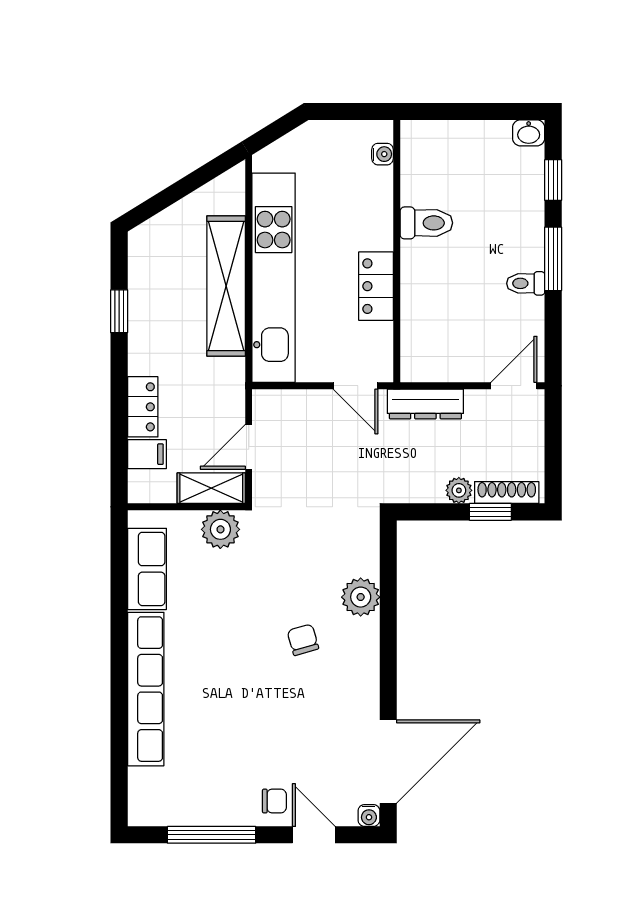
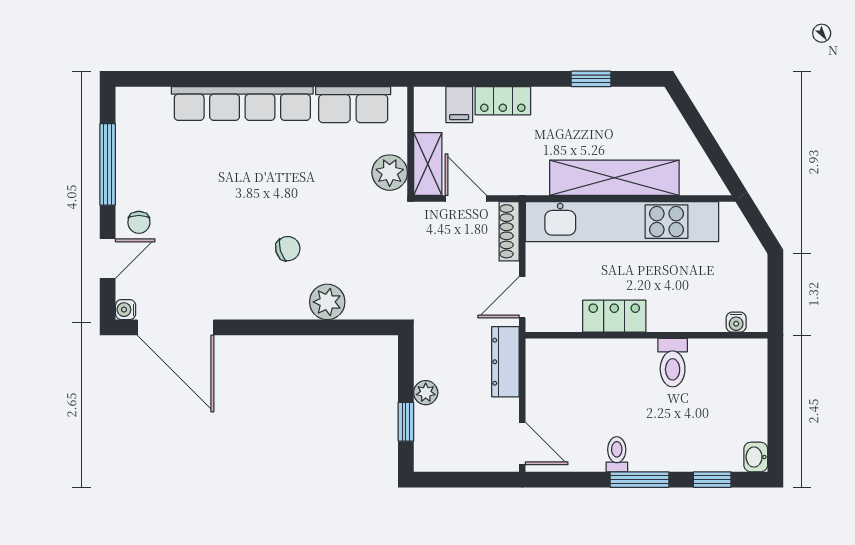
shoe rack: (507, 493) -> (509, 231), moved, turned 180

